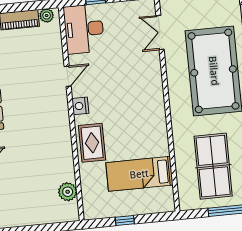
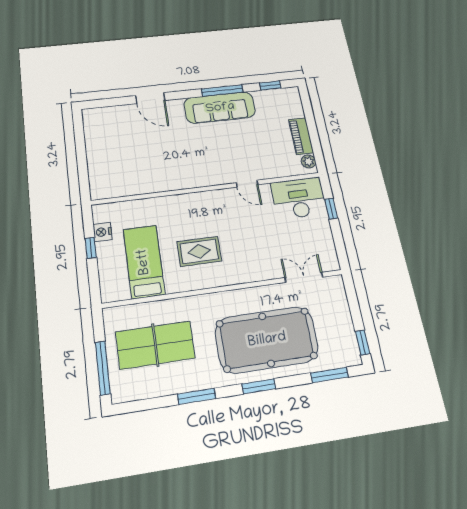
nightstand: (80, 106) -> (102, 232), moved, turned -90
rug: (92, 143) -> (199, 251), moved
plant: (68, 192) -> (123, 187), removed

